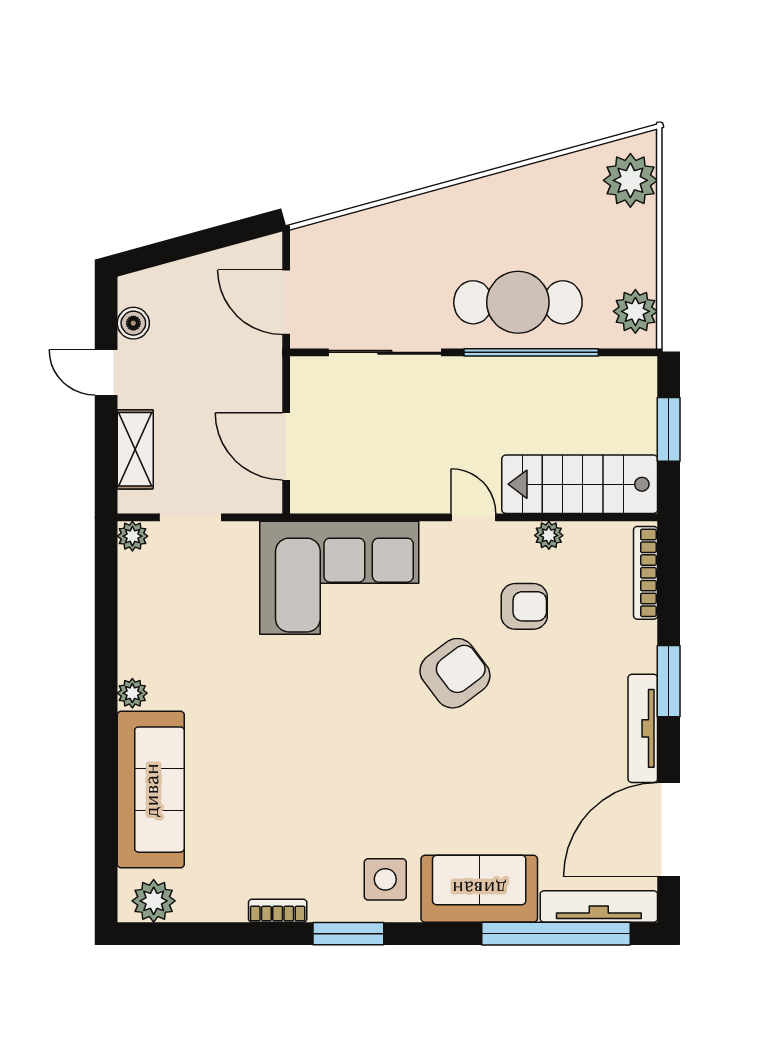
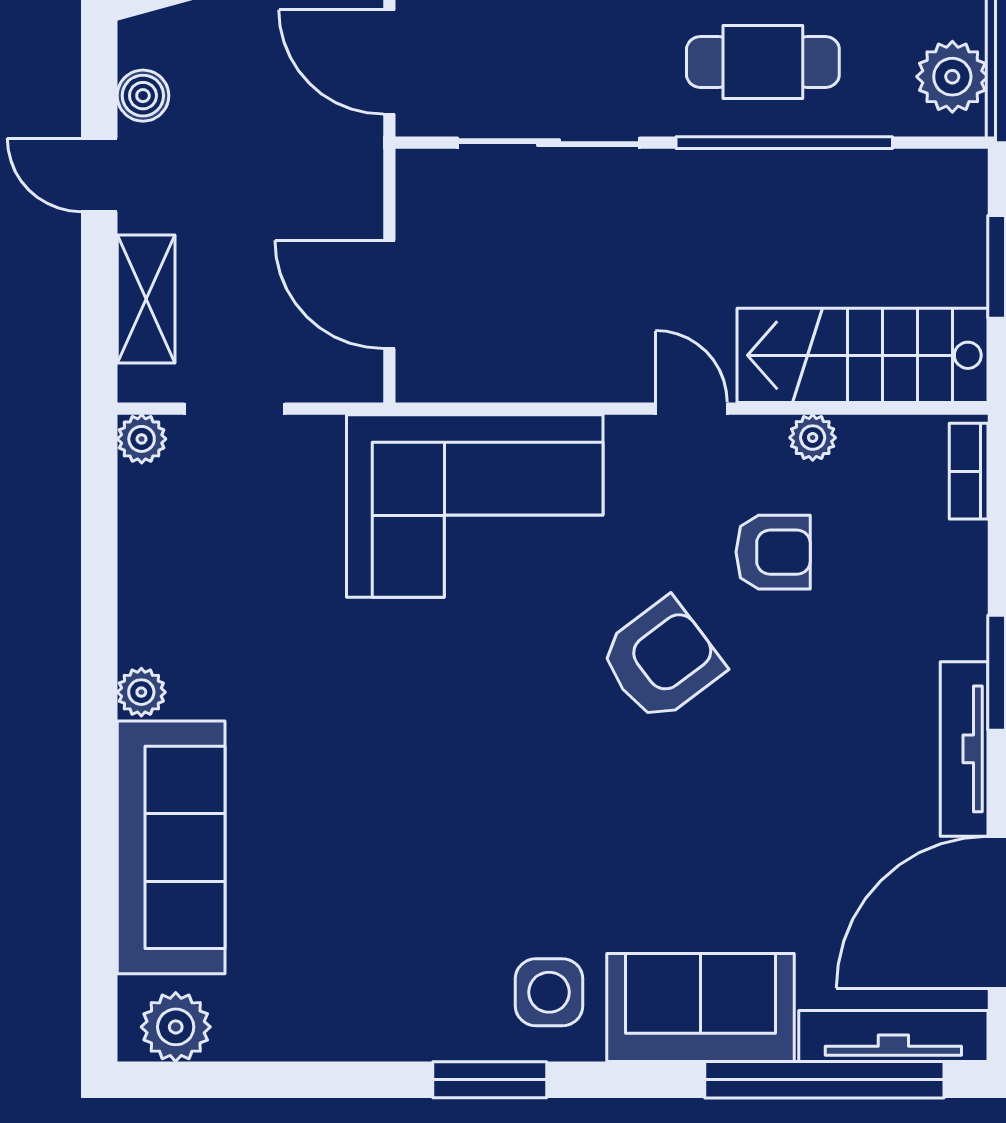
cafe table: (518, 302) -> (763, 62), width x0.73, depth x0.74
bookcase: (646, 573) -> (969, 471), width x0.64
bookcase: (278, 911) -> (376, 1043), removed

